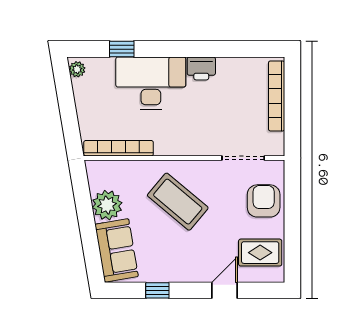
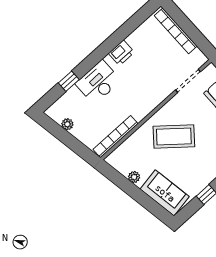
plant: (77, 69) -> (67, 124), moved
desk: (151, 83) -> (98, 82), width x0.73, depth x0.77
plant: (107, 205) -> (134, 177), width x0.53, depth x0.53

